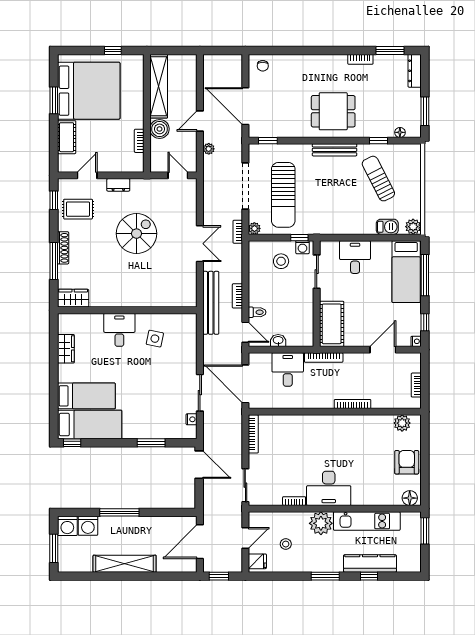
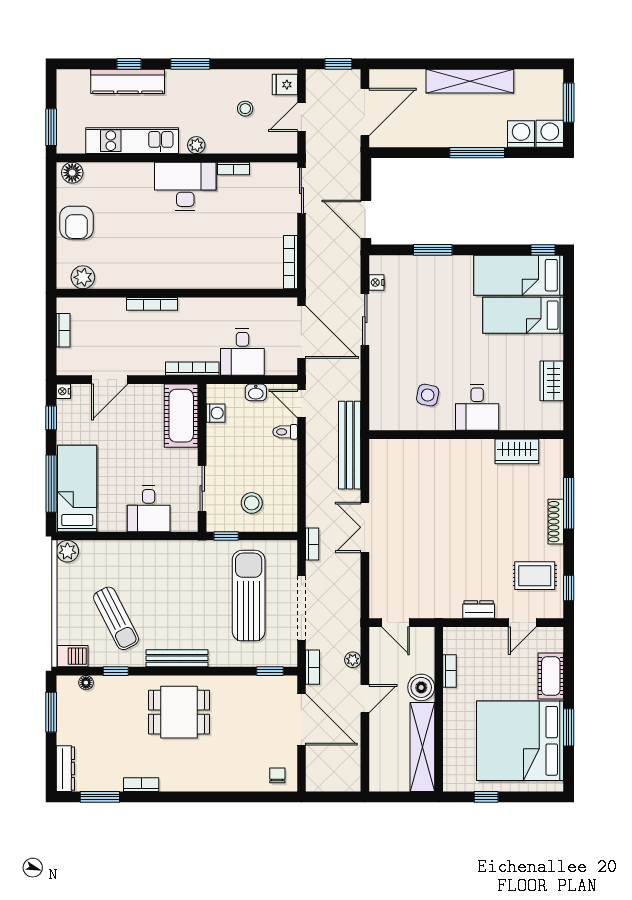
barbecue: (387, 227) -> (73, 656), moved, turned 180
plant: (254, 228) -> (289, 549), removed
spiral stairs: (137, 234) -> (453, 542), removed
washing machine: (302, 247) -> (216, 413), moved, turned 90
bookcase: (237, 296) -> (313, 667), moved
wardrobe: (73, 298) -> (517, 451), moved
plant: (321, 523) -> (196, 145), width x0.53, depth x0.53

